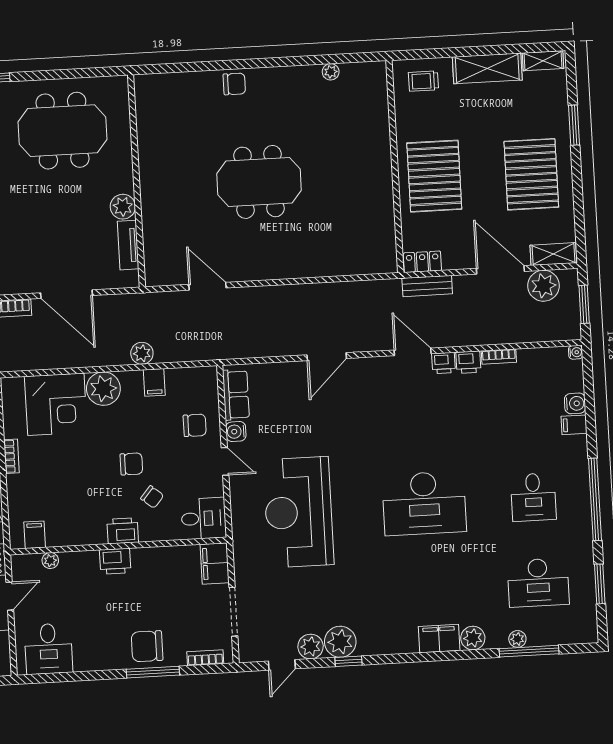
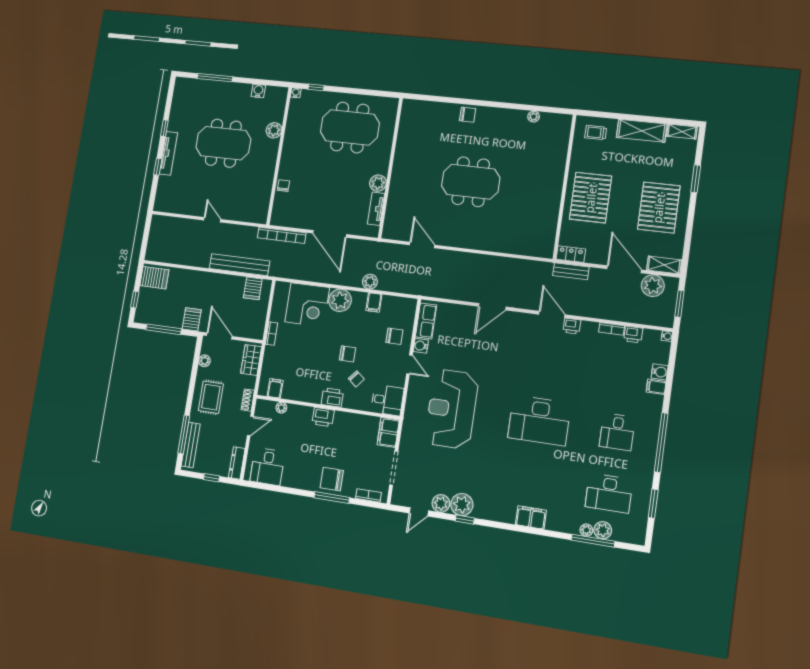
printer: (468, 362) -> (633, 334), moved
plant: (473, 638) -> (603, 530), moved

